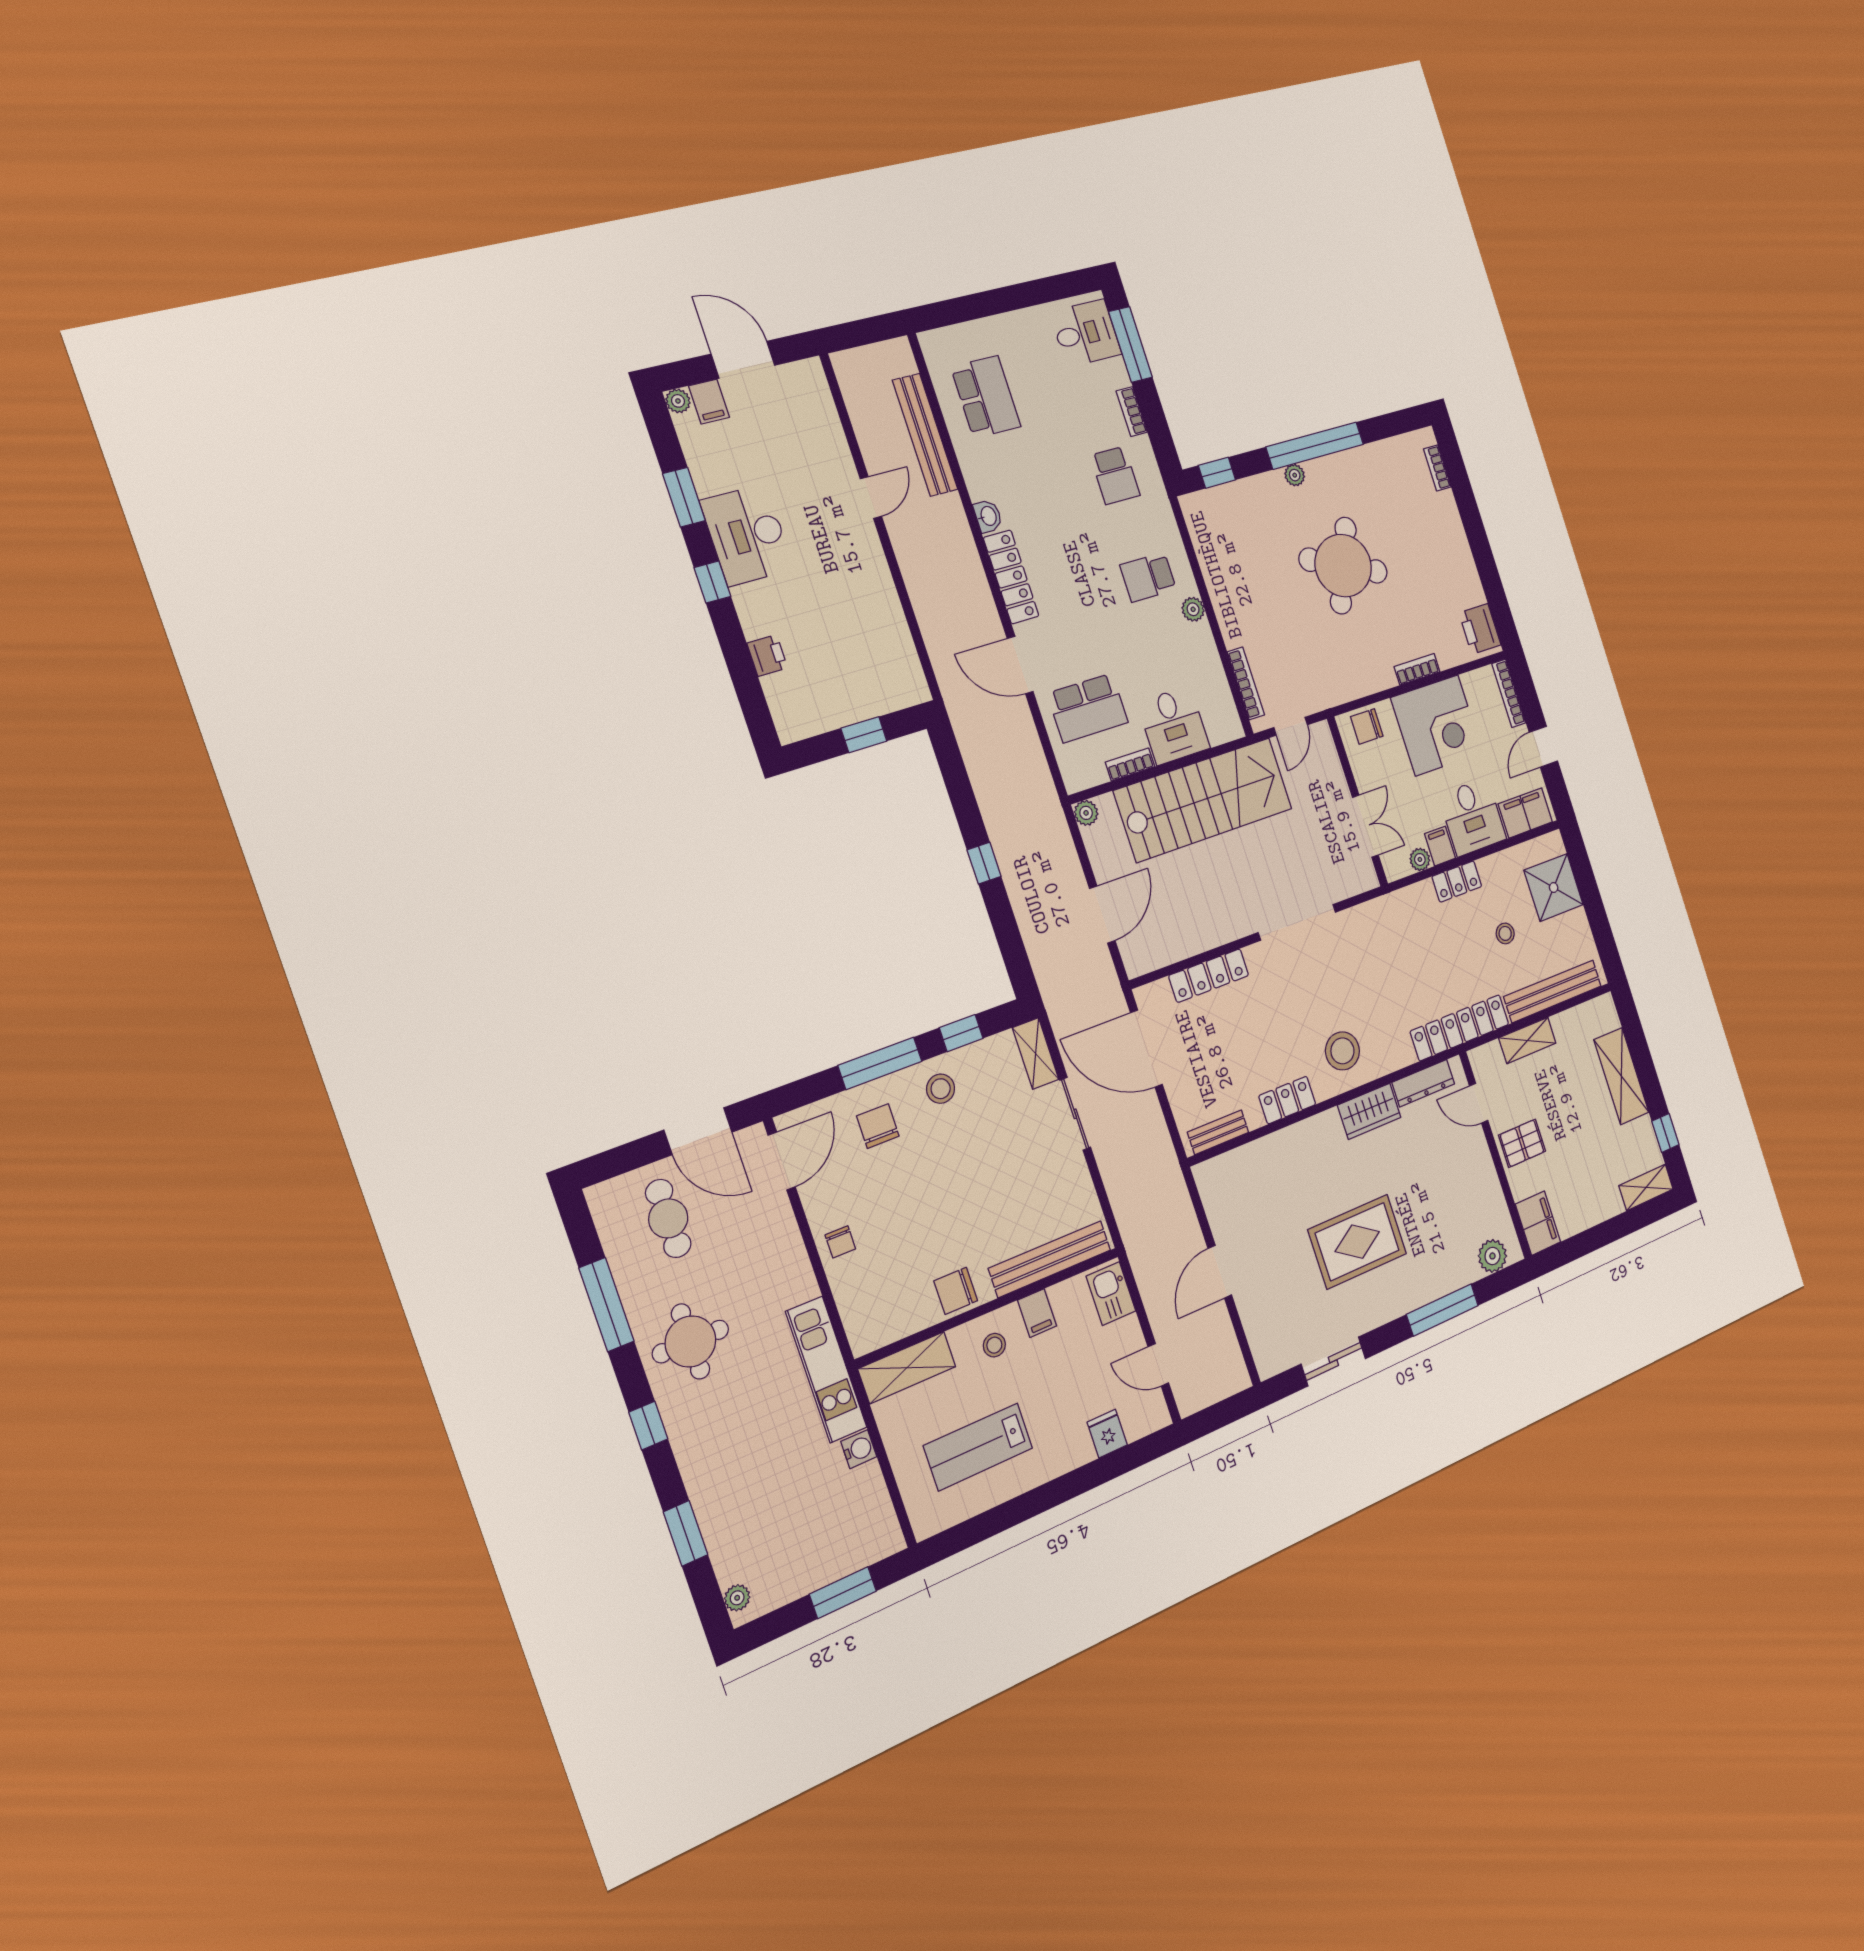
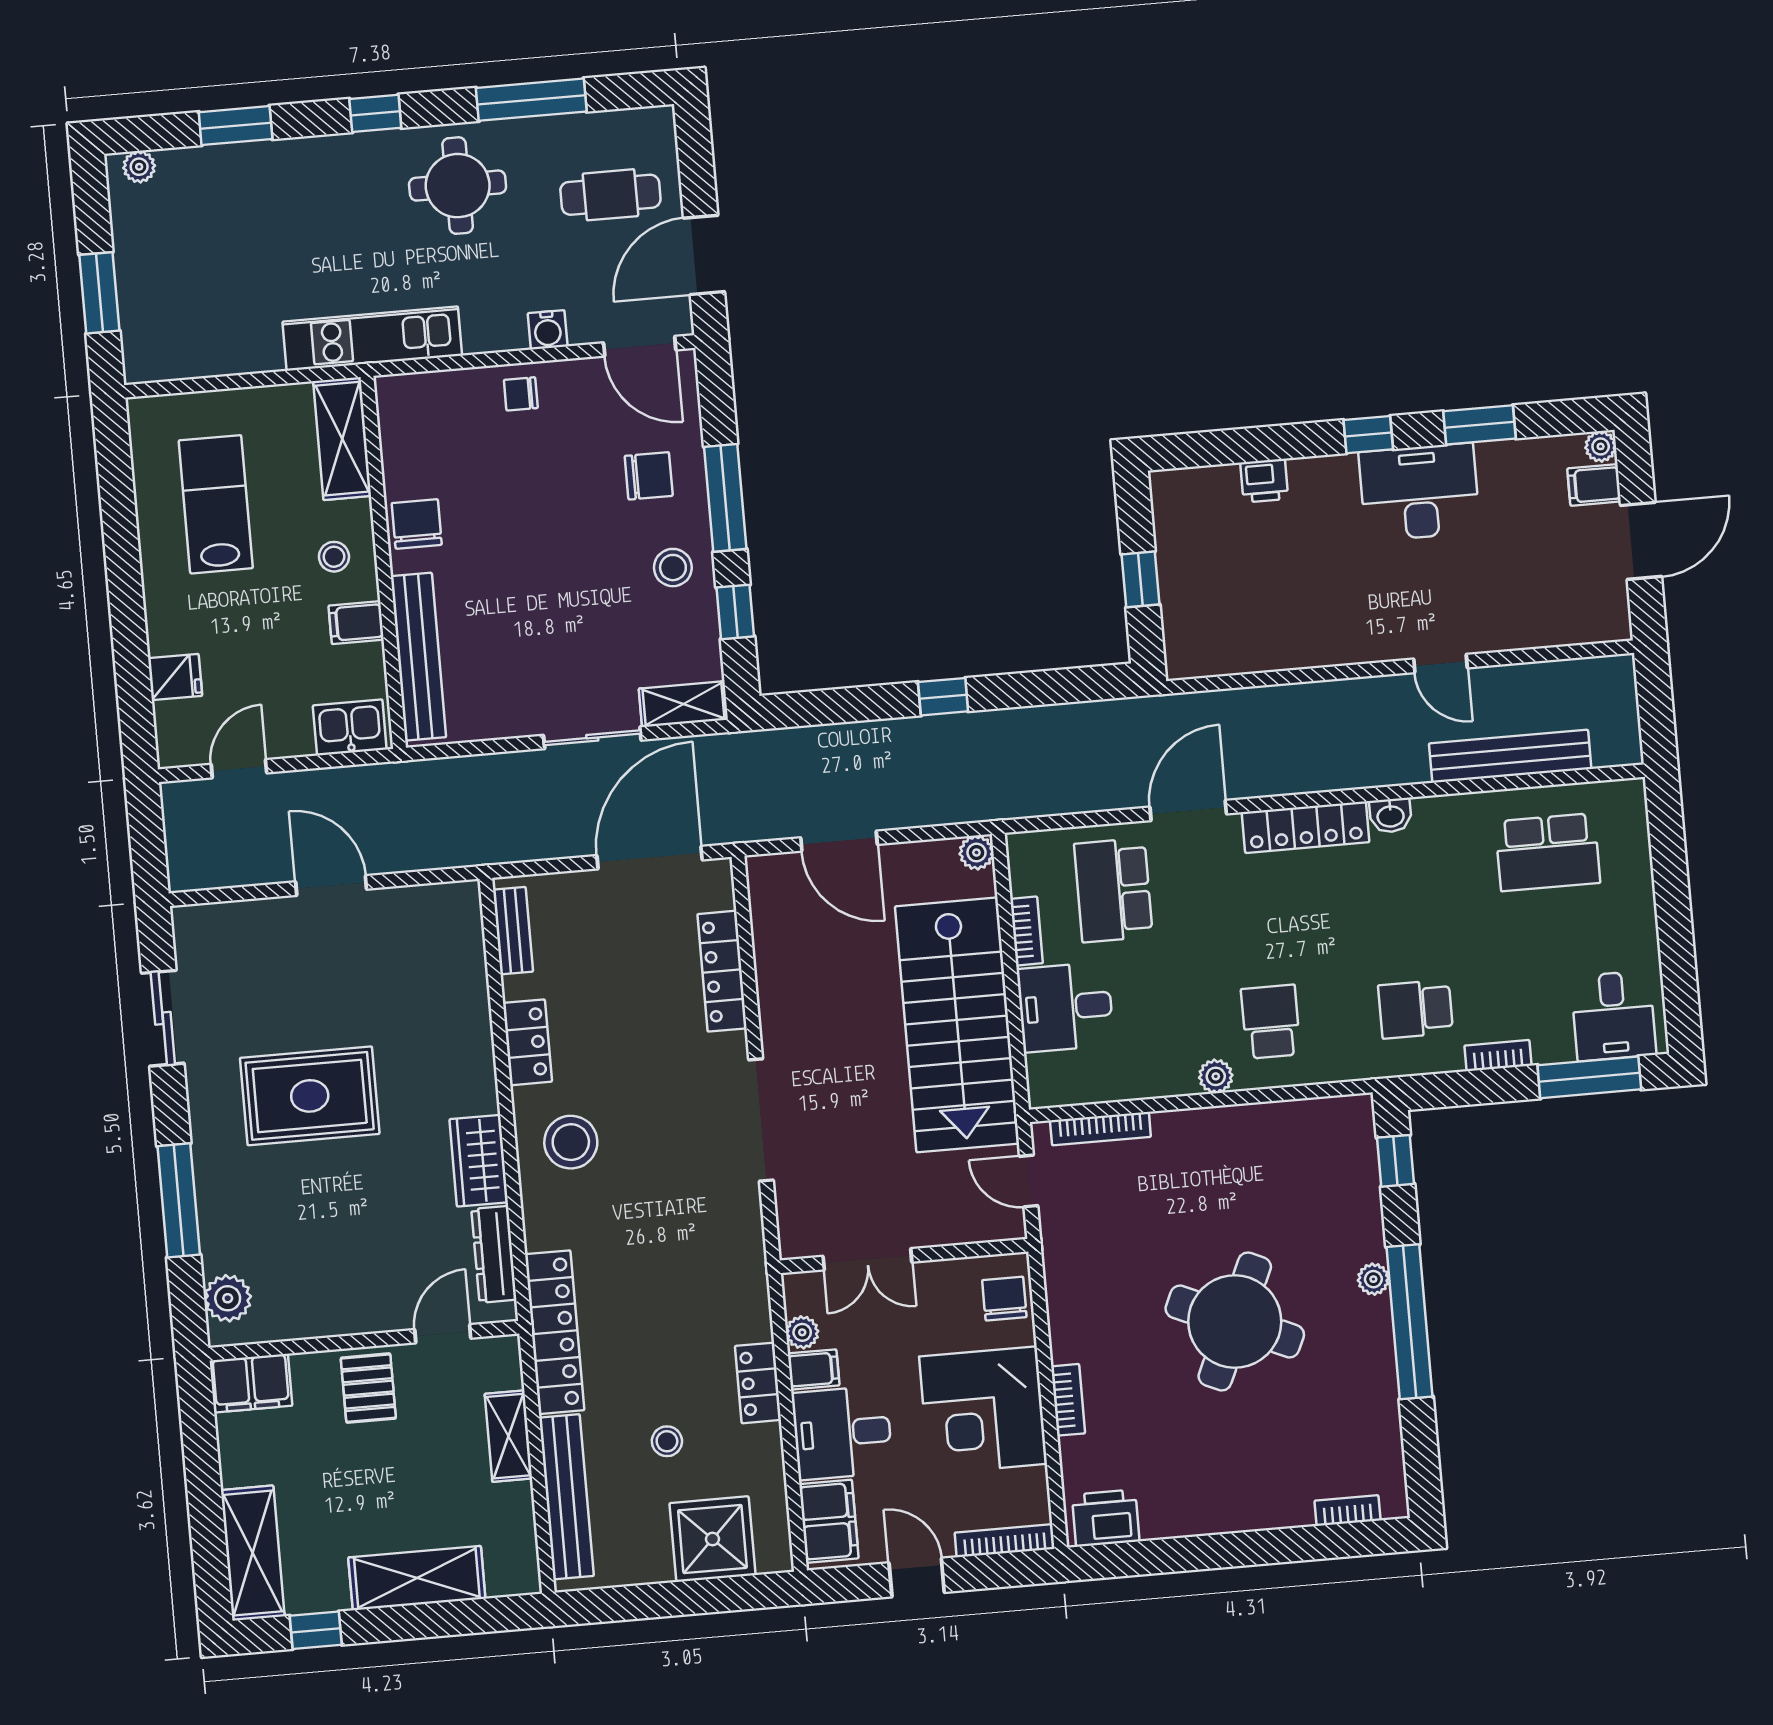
shelving: (1646, 1187) -> (253, 1553), width x1.50, depth x1.33
rug: (1357, 1242) -> (310, 1096), turned 90
water cooler: (859, 1449) -> (548, 330), moved

